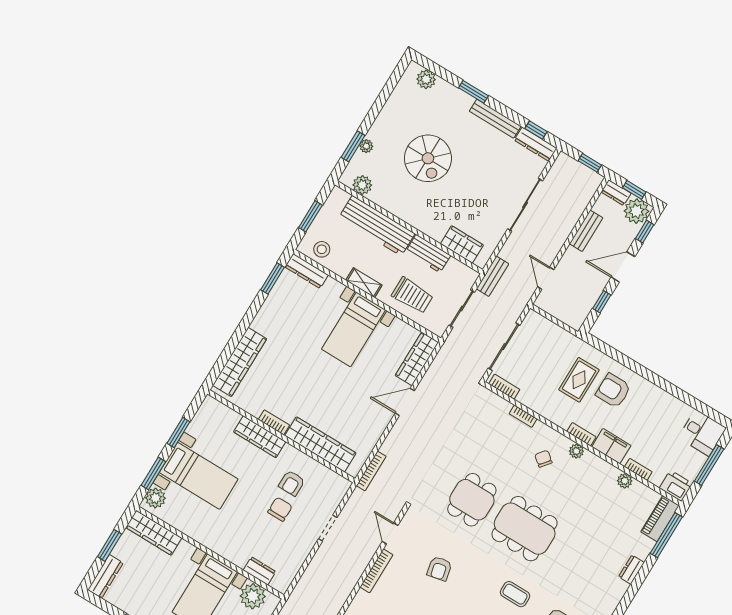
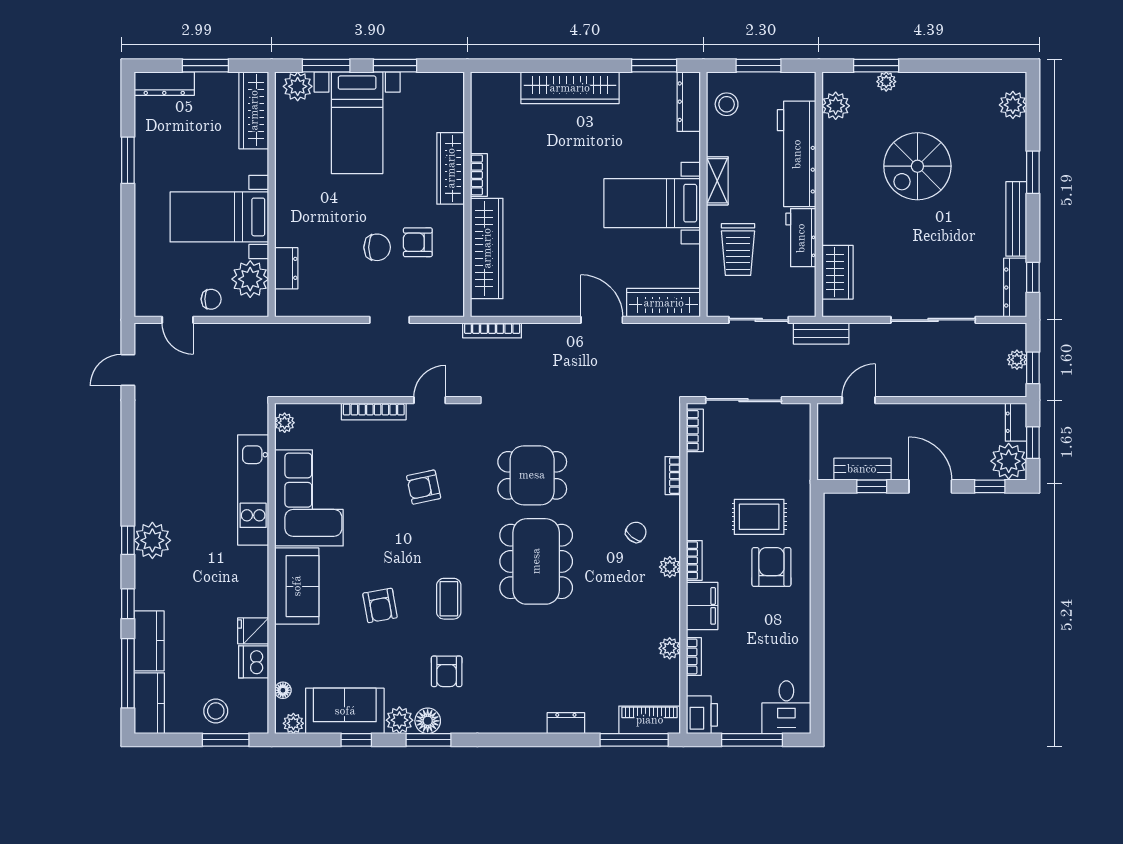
plant: (579, 169) -> (1017, 360), added
bench: (586, 231) -> (862, 469), moved
wardrobe: (240, 362) -> (570, 88), moved

